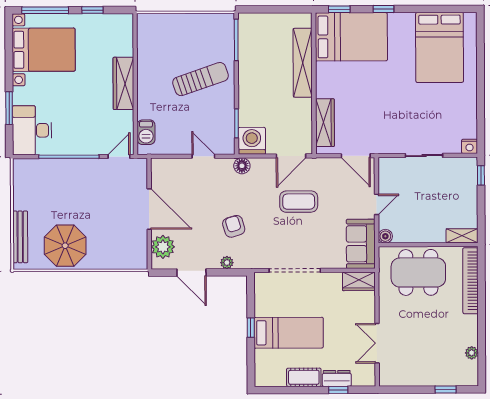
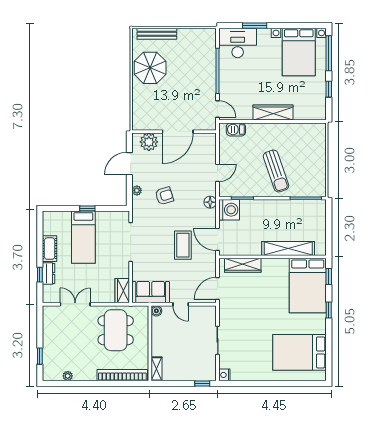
dining table: (418, 272) -> (116, 330), moved

